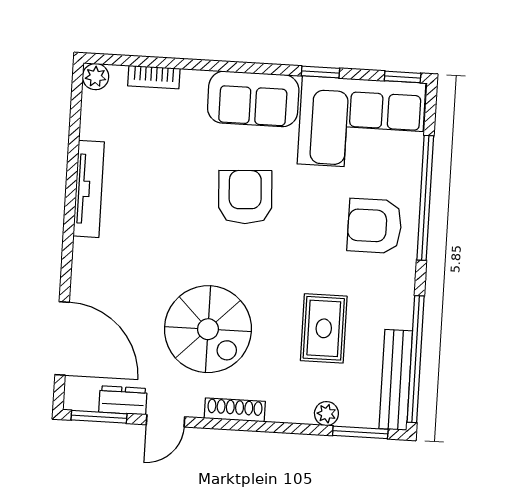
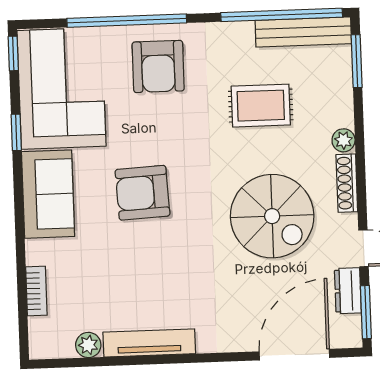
plant: (96, 77) -> (88, 345), moved
spiral stairs: (208, 329) -> (272, 216), turned 90
plant: (326, 414) -> (344, 140), moved

